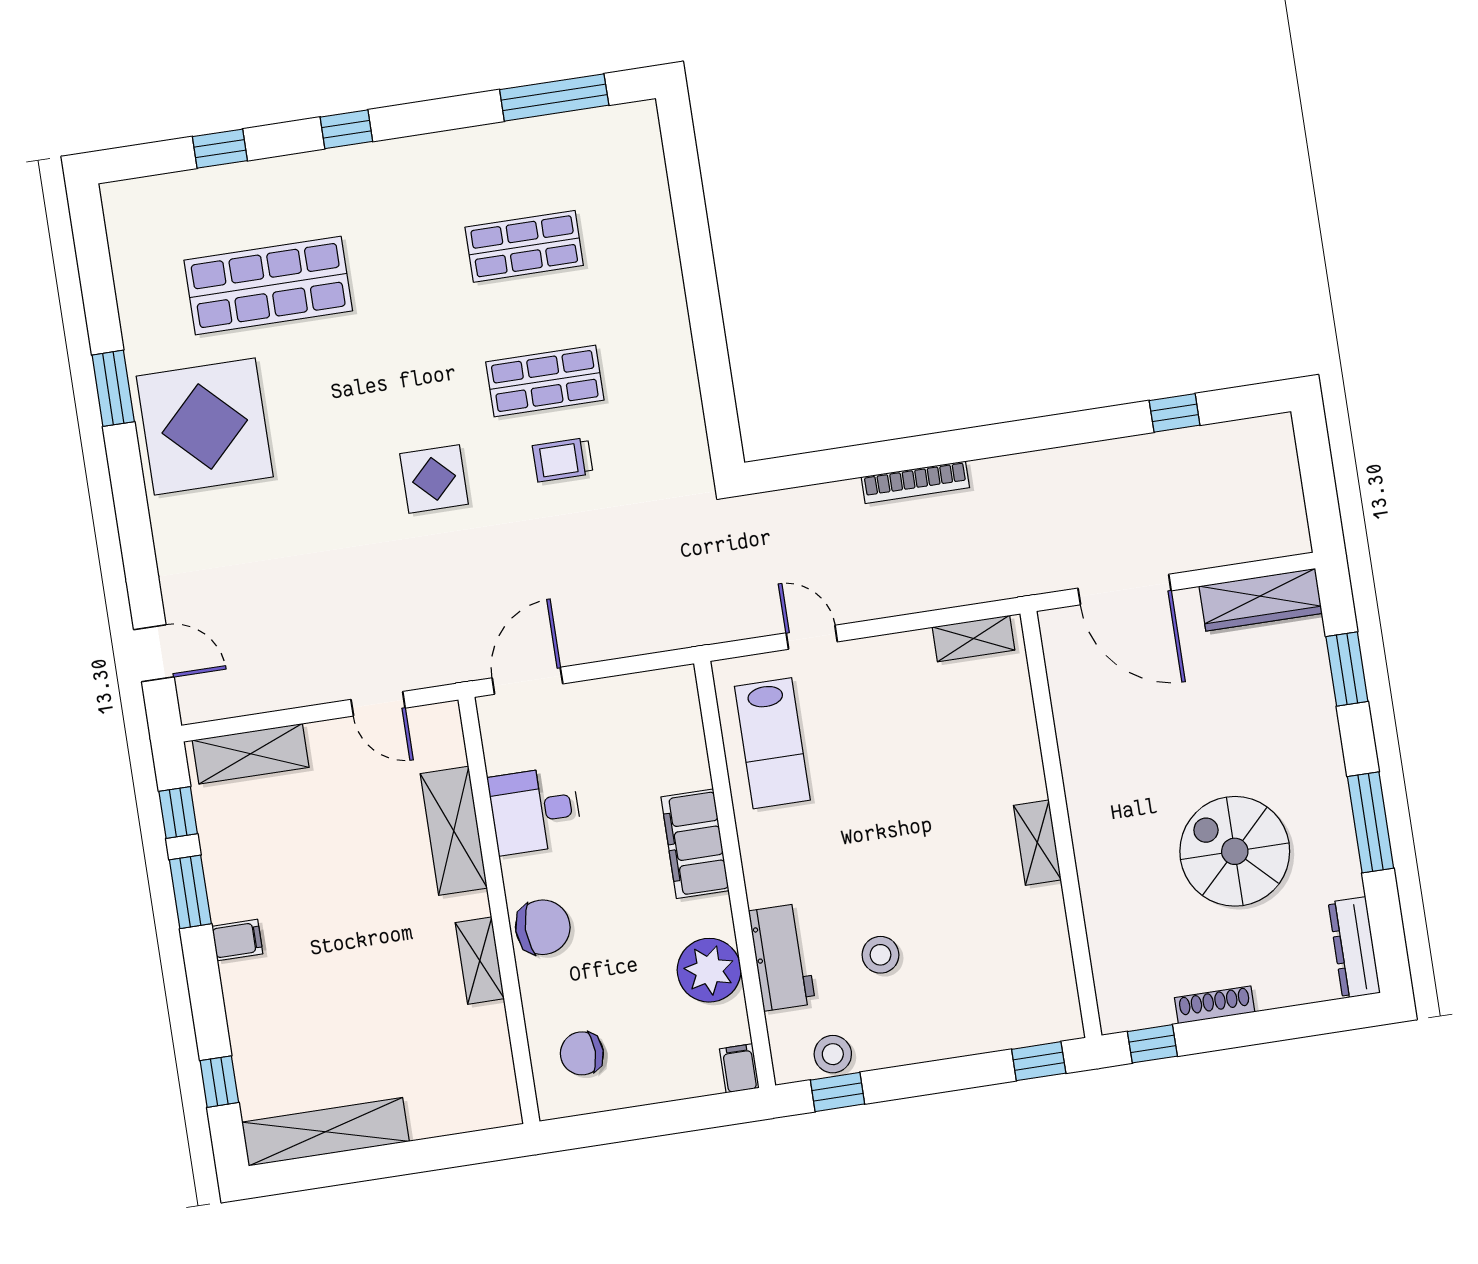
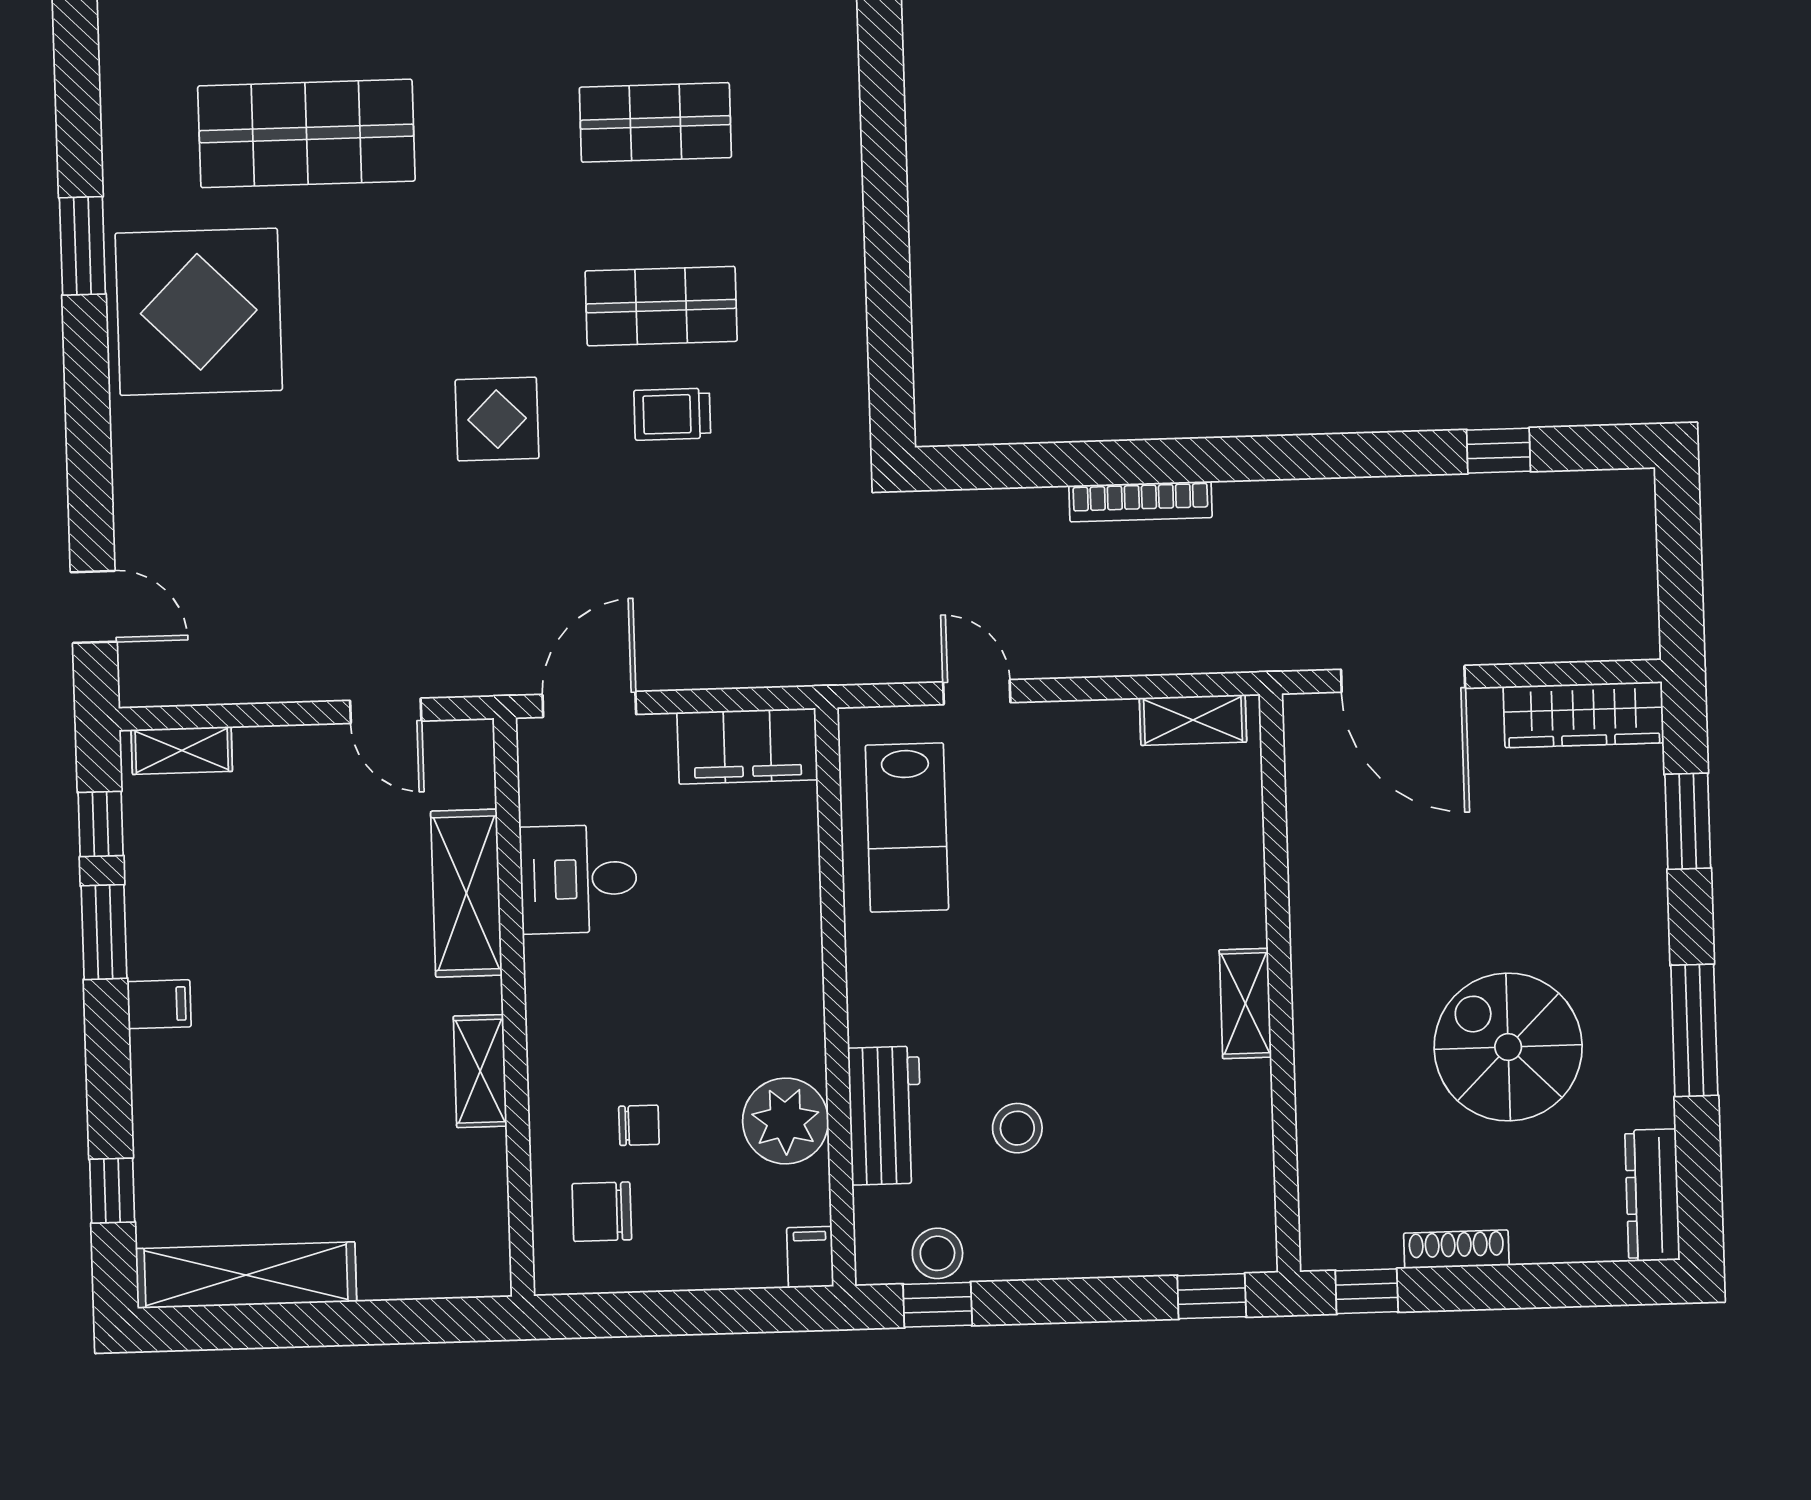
shelving: (251, 754) -> (182, 750), width x0.67, depth x0.75
filing cabinet: (695, 844) -> (747, 746), moved, turned -90
chair: (543, 927) -> (639, 1125), moved, width x0.54, depth x0.54

